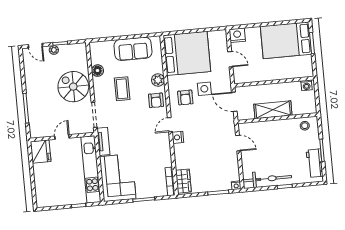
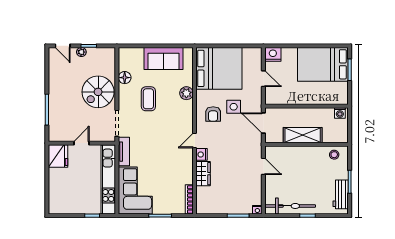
spiral stairs: (73, 87) -> (98, 92), turned -90
armchair: (156, 100) -> (182, 114), removed
wardrobe: (183, 181) -> (203, 174), moved

